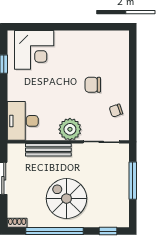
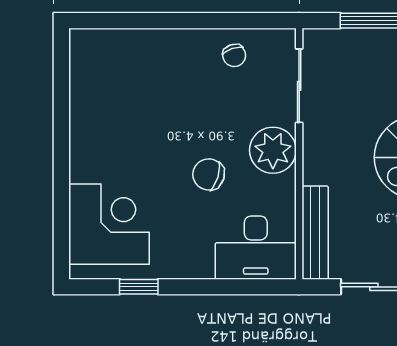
chair: (93, 85) -> (209, 174), moved, turned 107
bench: (48, 150) -> (315, 233), moved

